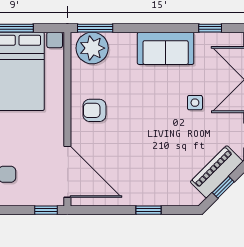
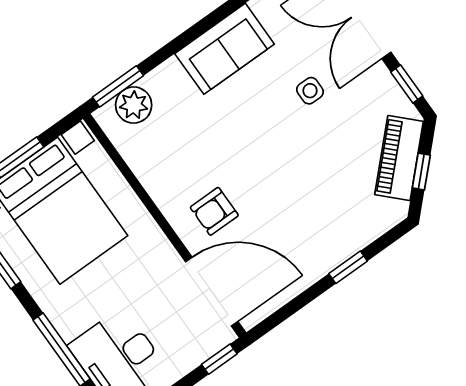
plant: (92, 48) -> (134, 105), width x0.73, depth x0.73
armchair: (94, 110) -> (214, 211), moved

